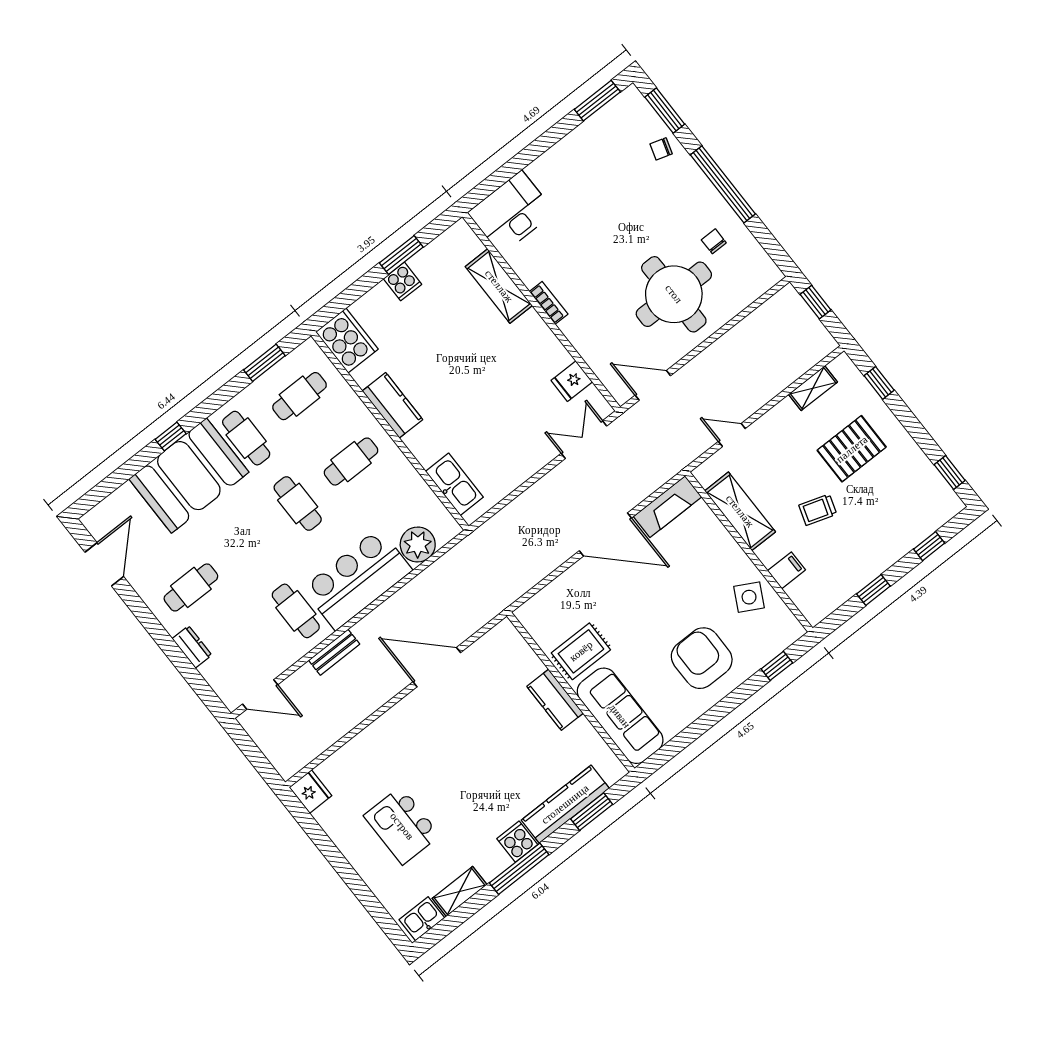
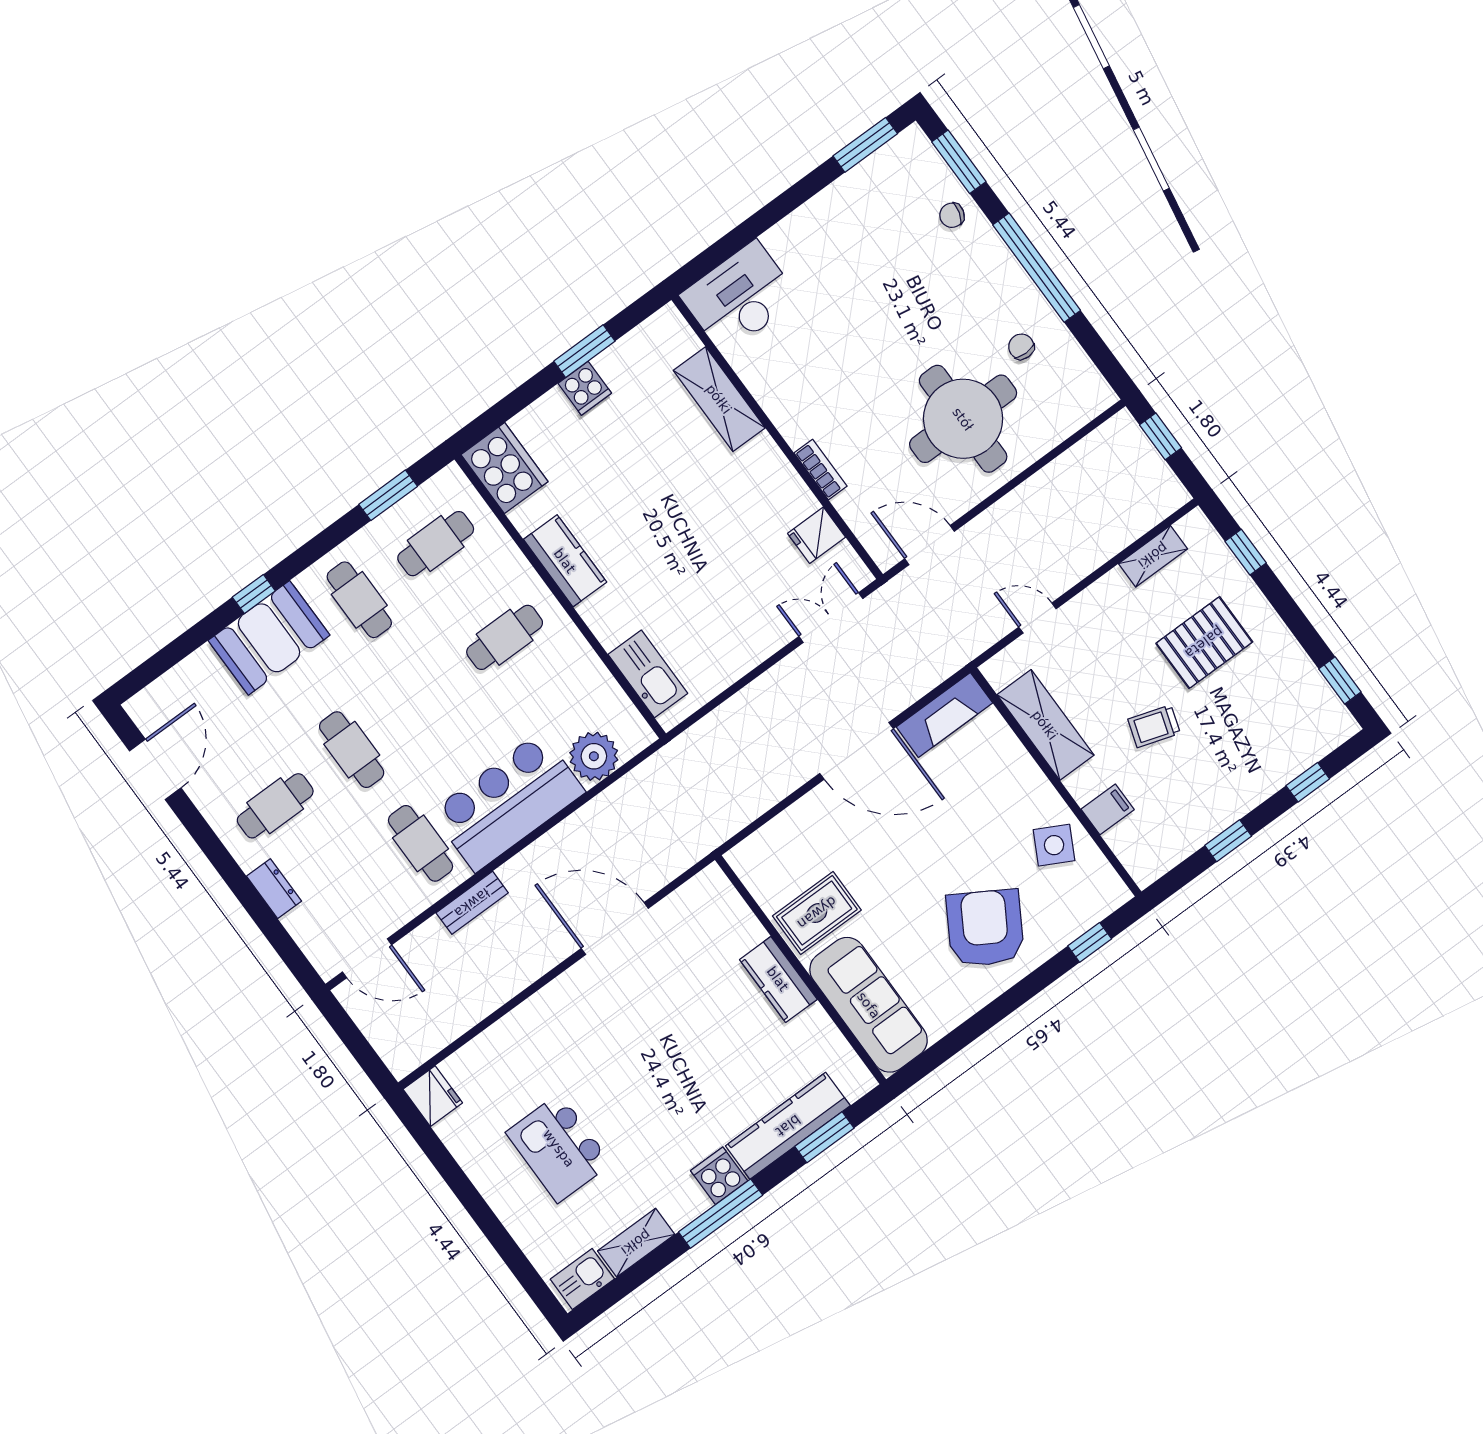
bookcase: (549, 303) -> (821, 470), moved
booth: (189, 476) -> (269, 638), width x0.73, depth x0.70
cafe table: (298, 504) -> (352, 750), moved
armchair: (702, 658) -> (985, 928), turned 31

